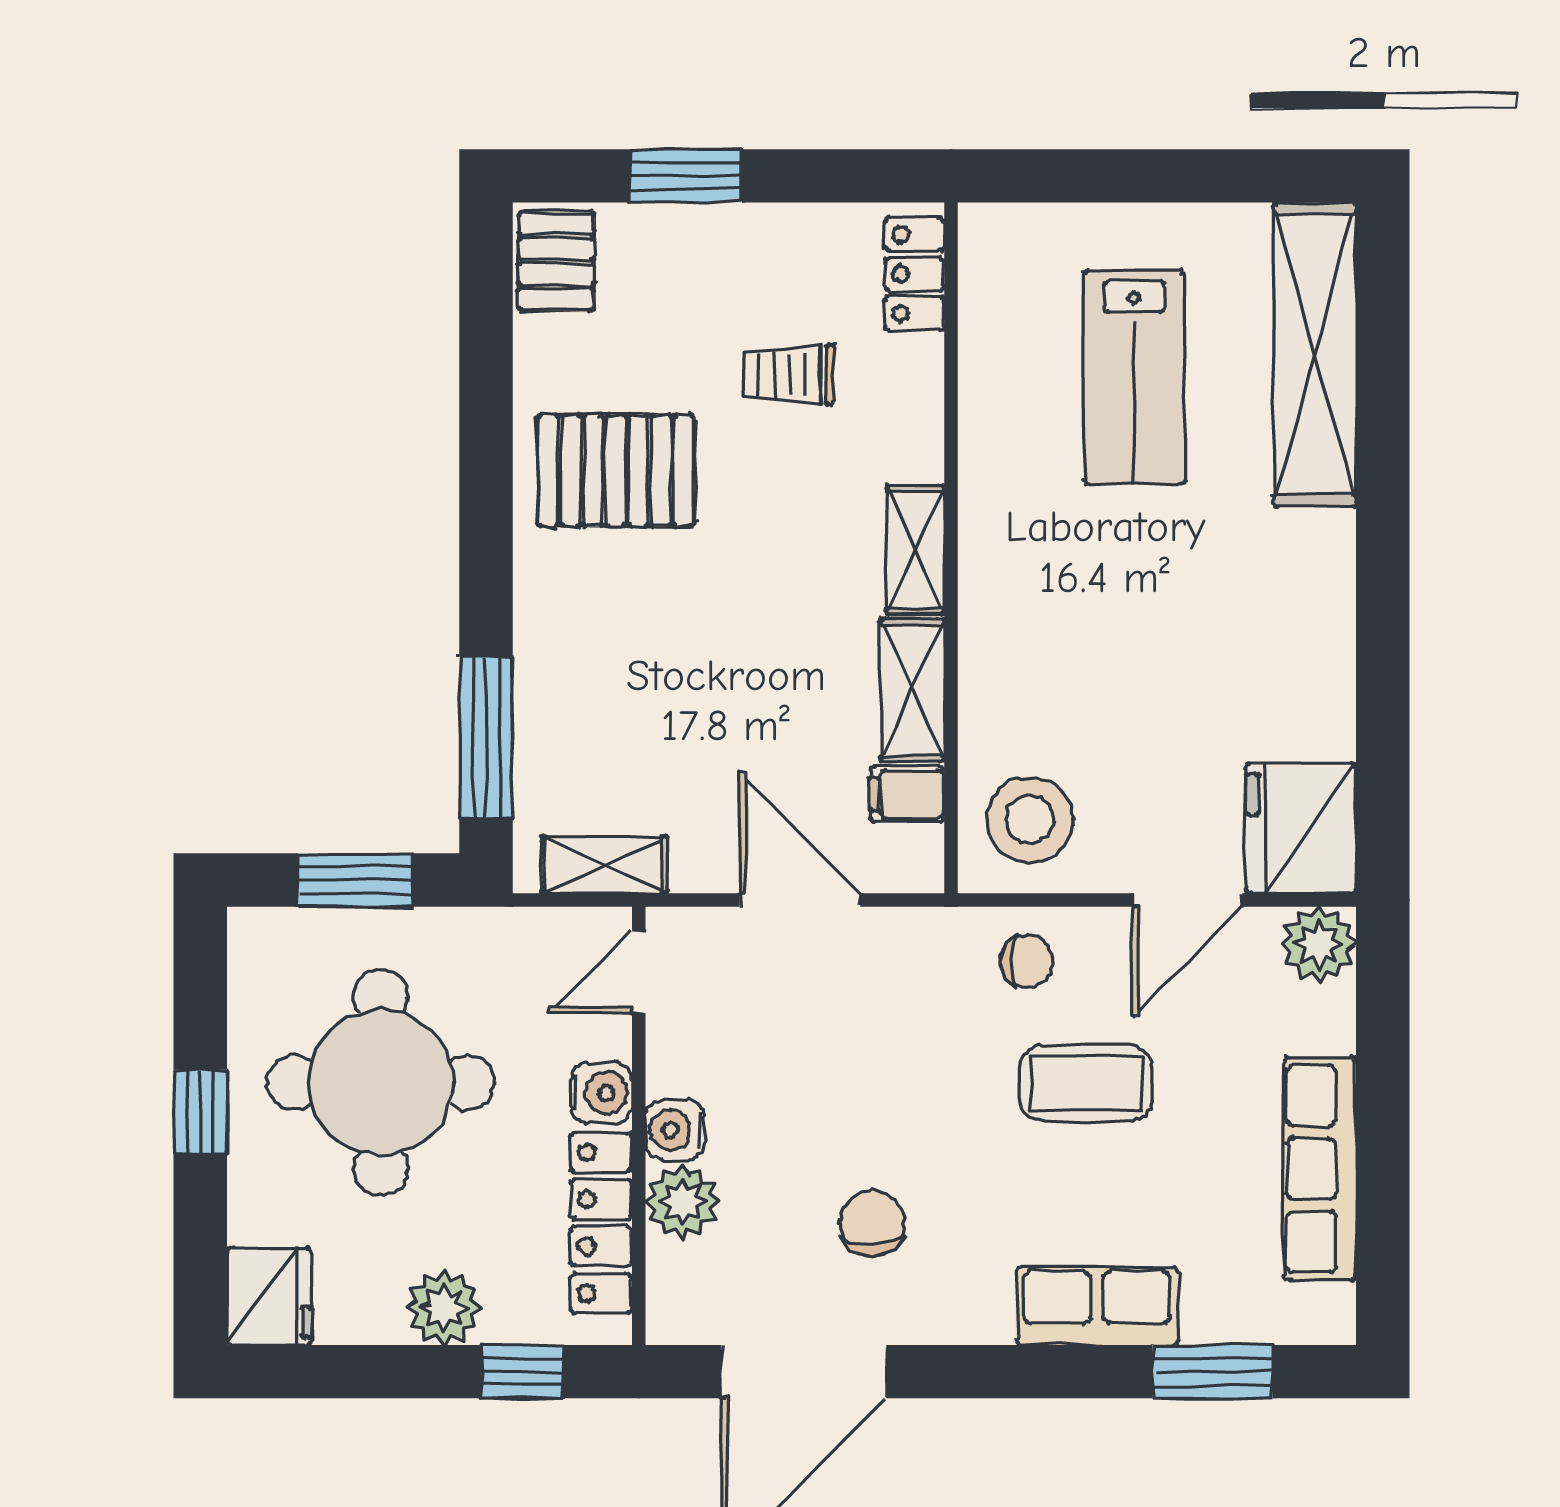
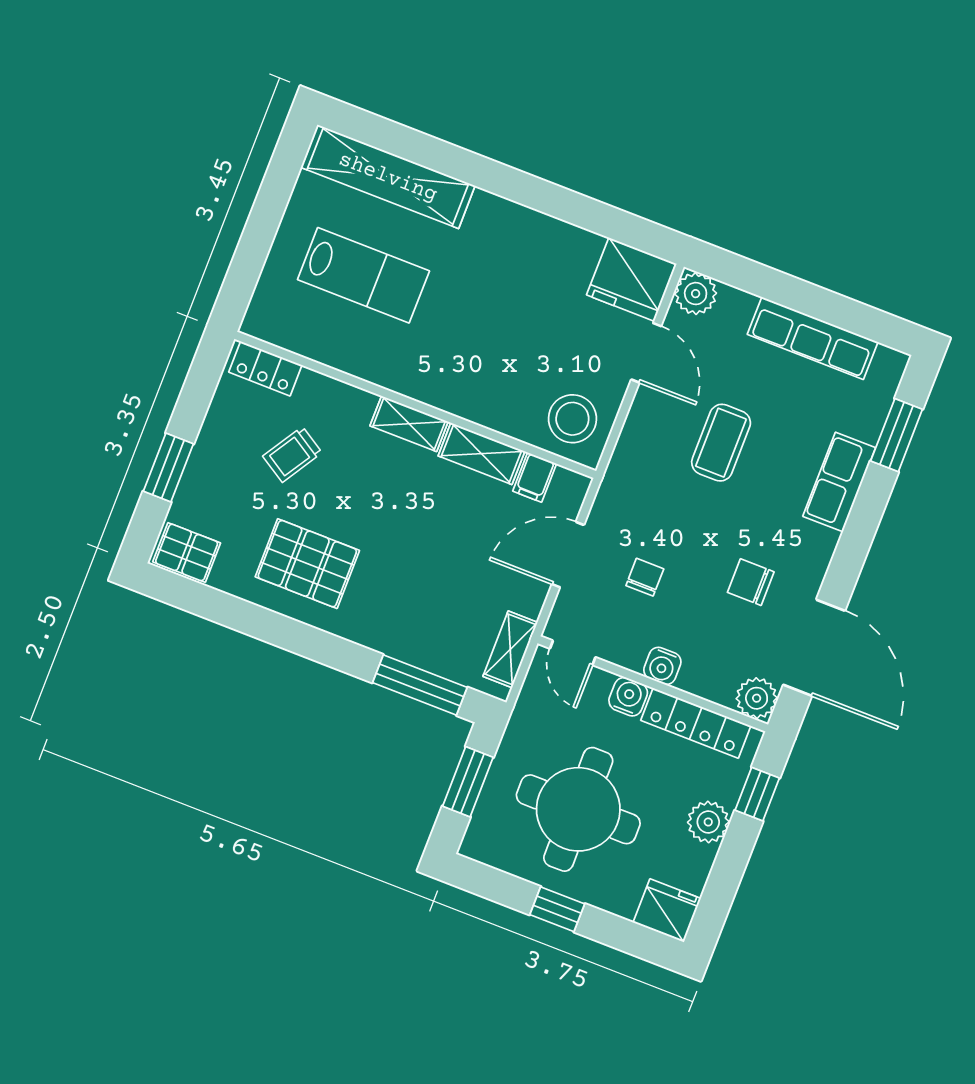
trolley: (789, 375) -> (292, 454), turned 32
pallet: (616, 470) -> (307, 564), turned 90
chair: (1027, 961) -> (645, 577), moved
plant: (682, 1202) -> (757, 698), moved

